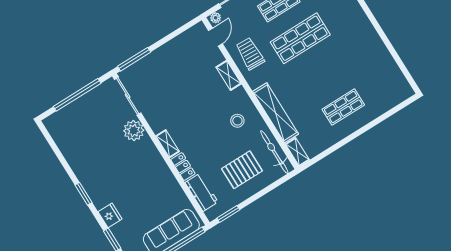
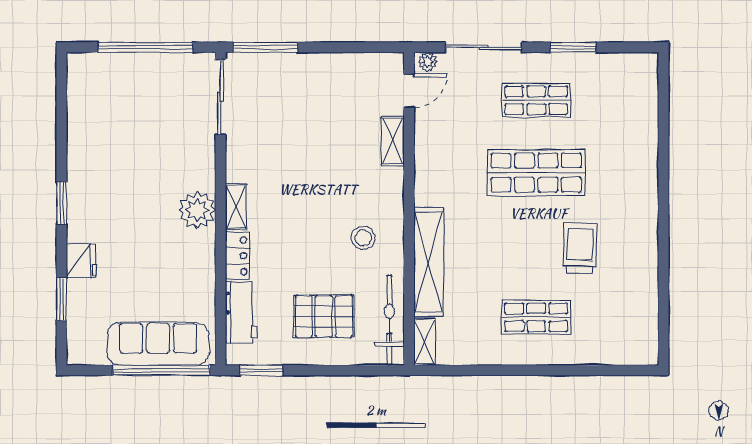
trolley: (250, 54) -> (580, 248), moved
shelving: (229, 75) -> (393, 141), moved
plant: (134, 131) -> (197, 210), moved

